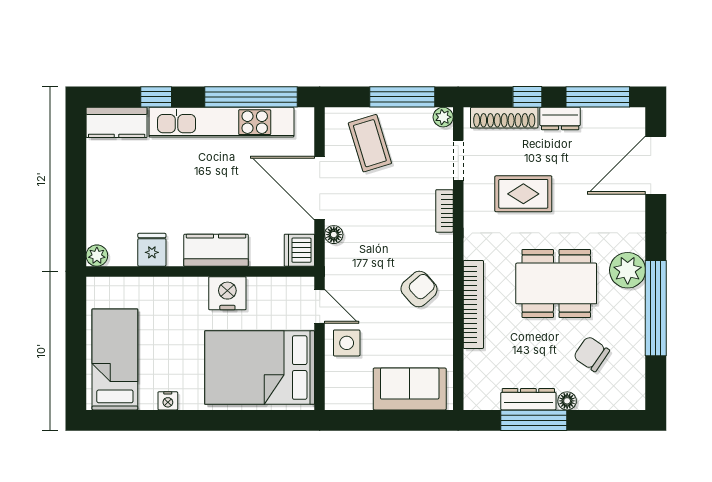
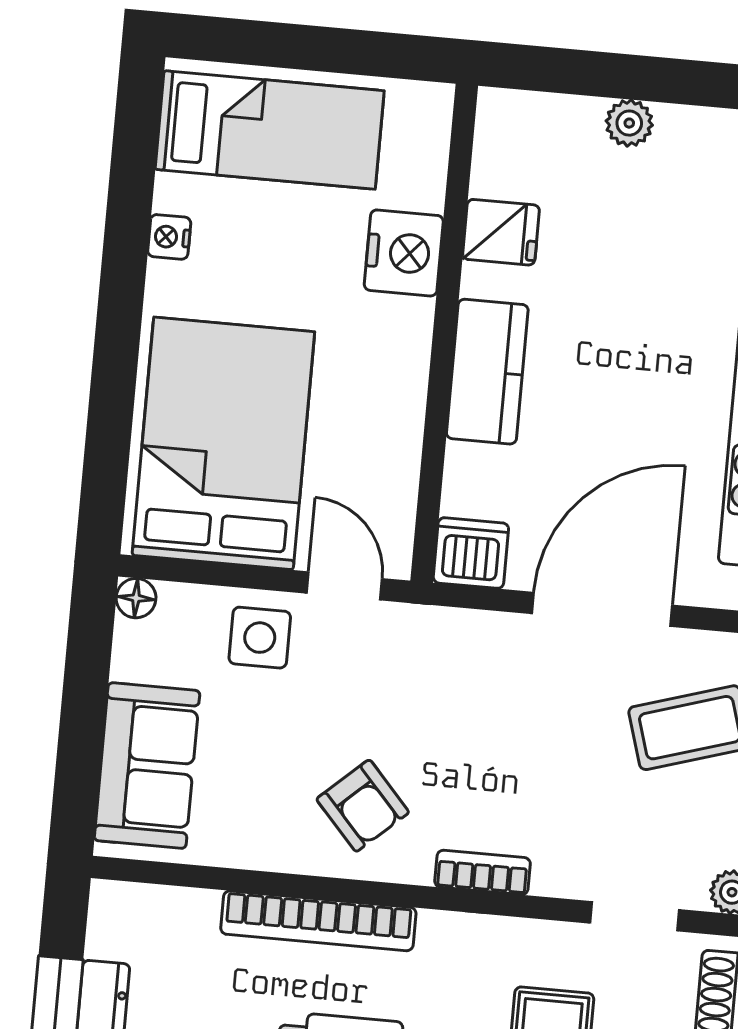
bookcase: (444, 211) -> (483, 872), moved
floor lamp: (334, 235) -> (136, 598), moved
plant: (97, 256) -> (629, 123), moved
nightstand: (227, 293) -> (404, 253), moved
door: (320, 306) -> (344, 586), swing flipped

